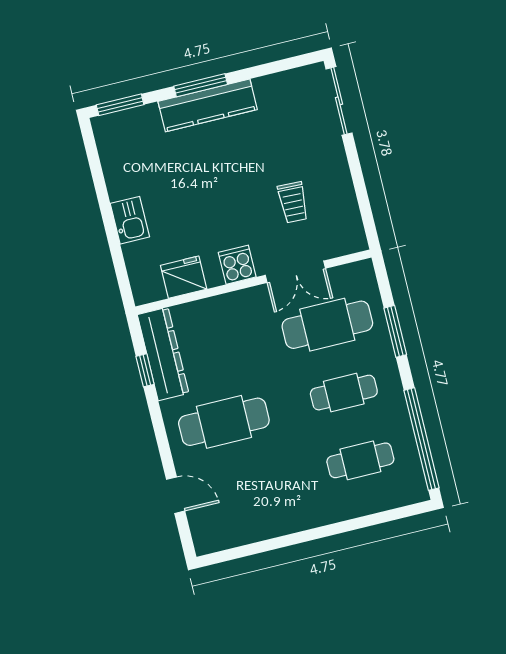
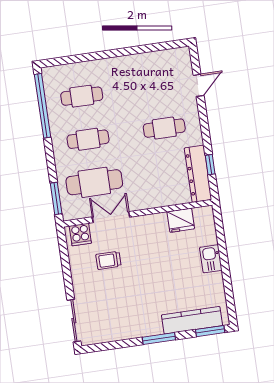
kitchen counter: (208, 105) -> (192, 320), moved
trolley: (293, 202) -> (108, 260), turned -92
cooker: (237, 265) -> (80, 235), moved
window: (395, 331) -> (56, 198), moved
cafe table: (224, 422) -> (164, 128), width x0.73, depth x0.74
door: (176, 495) -> (199, 85), swing flipped

